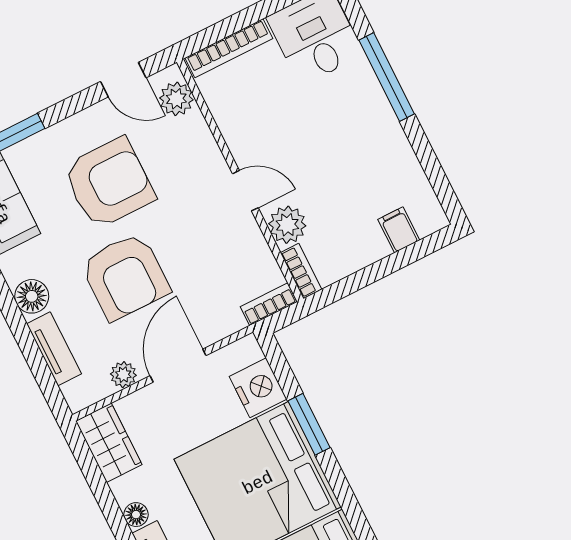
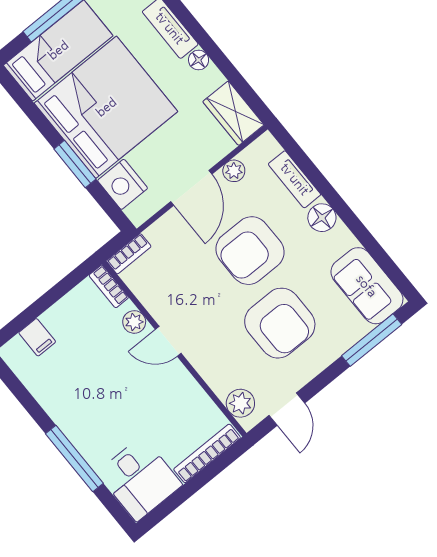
door: (123, 80) -> (287, 409), swing flipped
armchair: (109, 183) -> (280, 323), turned -90
plant: (287, 225) -> (134, 322), width x0.73, depth x0.73
armchair: (125, 276) -> (250, 251), turned -90

